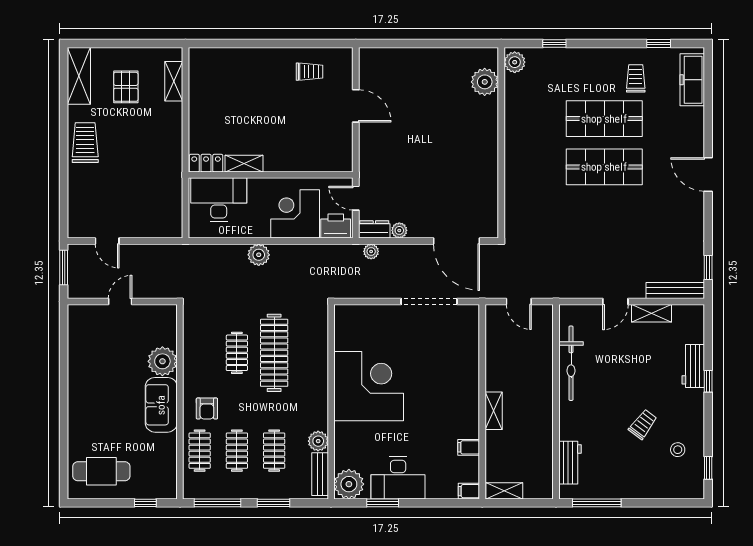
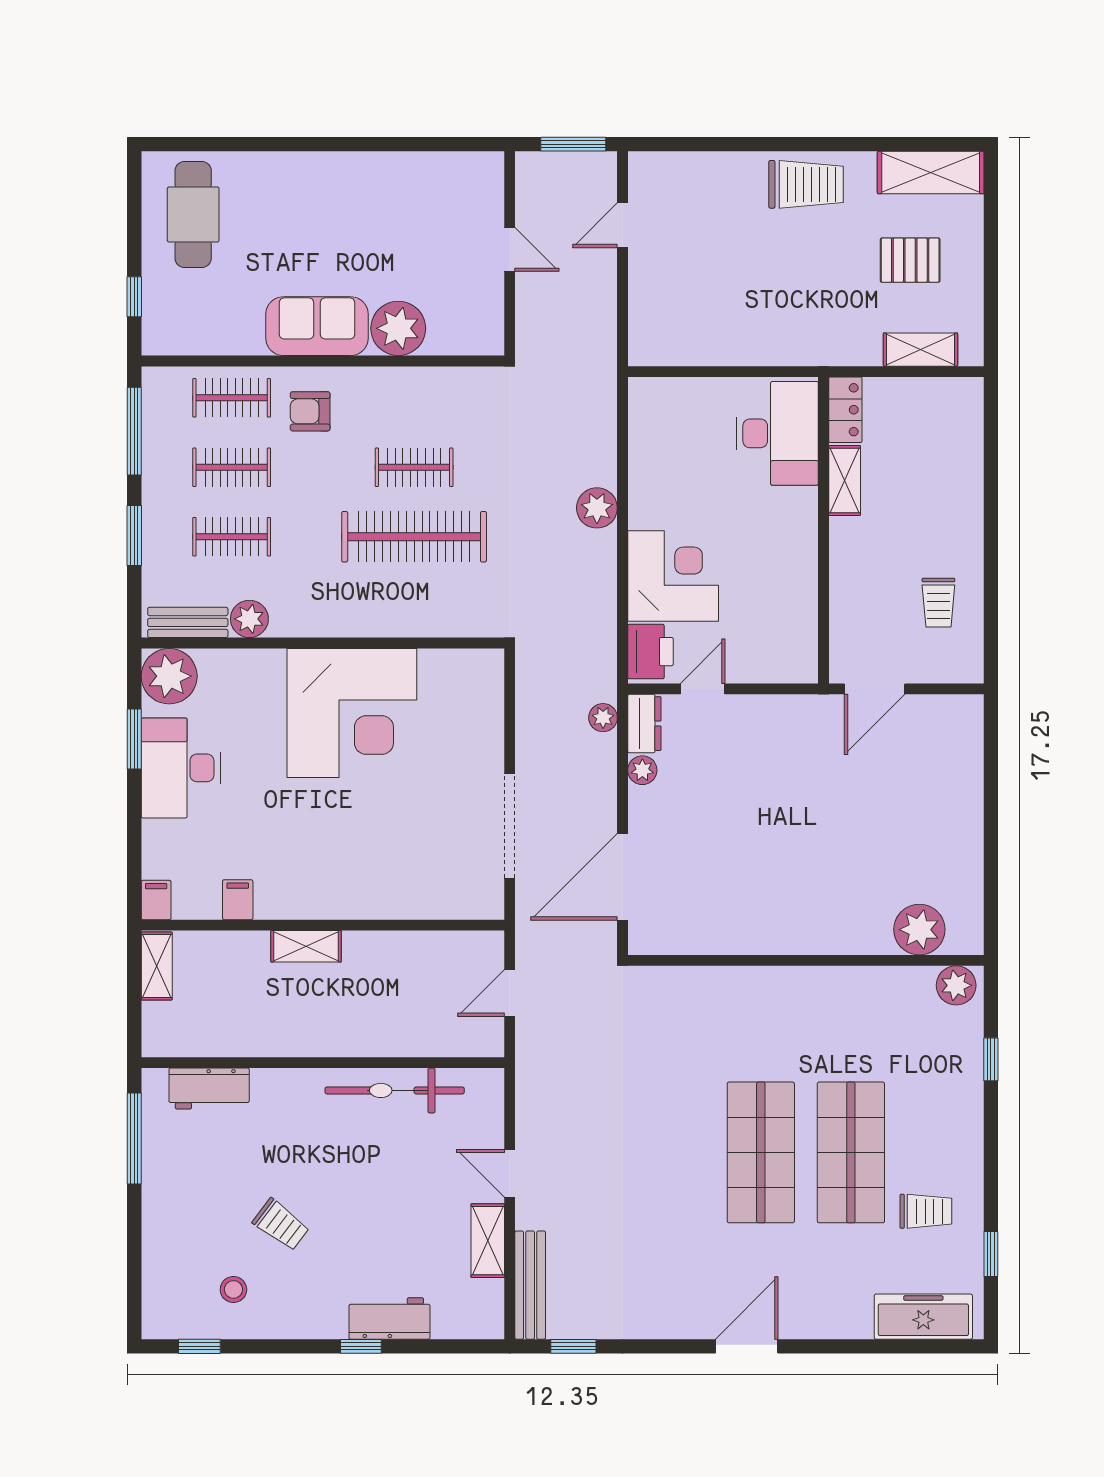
locker: (206, 163) -> (845, 410), moved
shelving: (244, 164) -> (845, 481), moved
wall: (271, 175) -> (823, 530), moved
desk: (219, 200) -> (777, 433), moved

